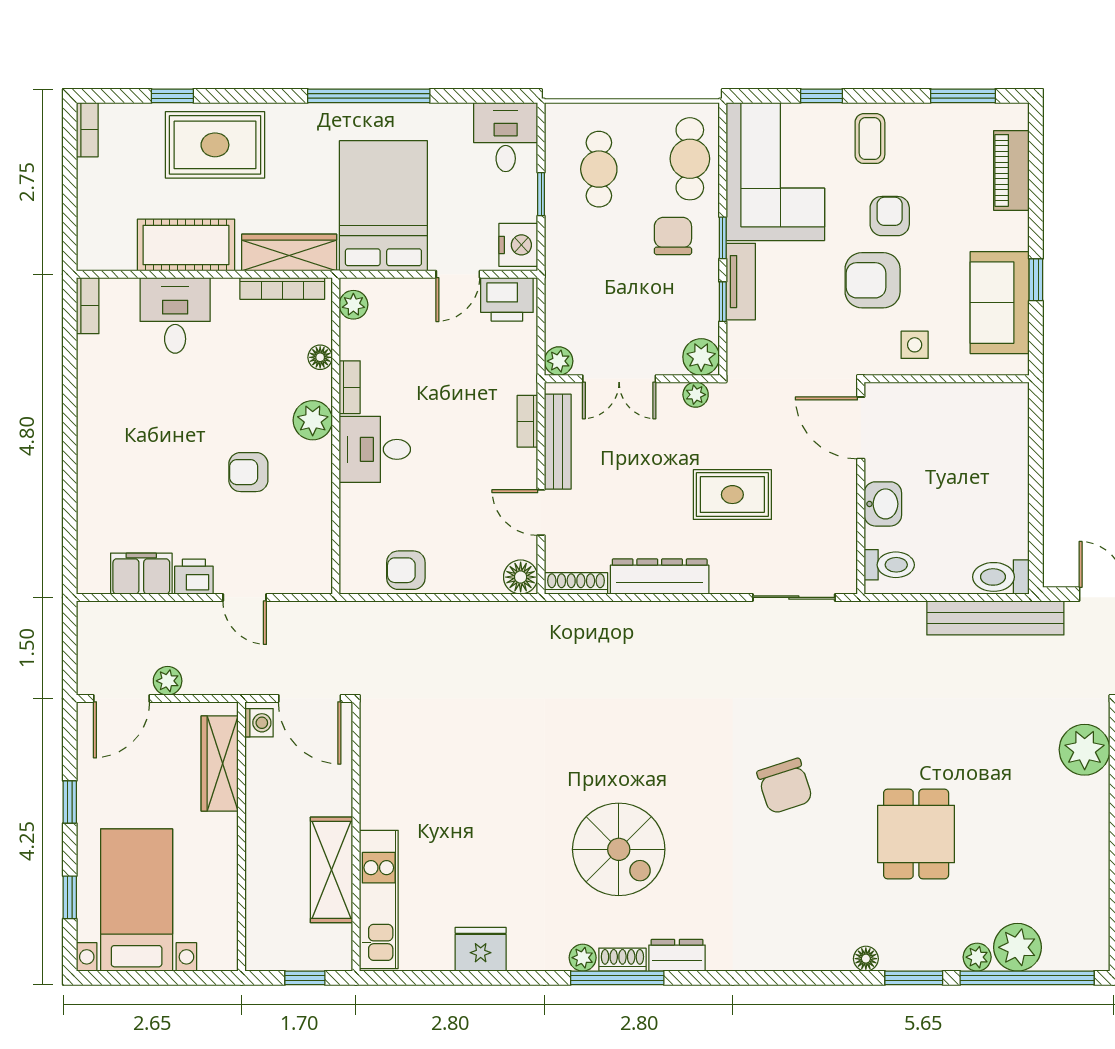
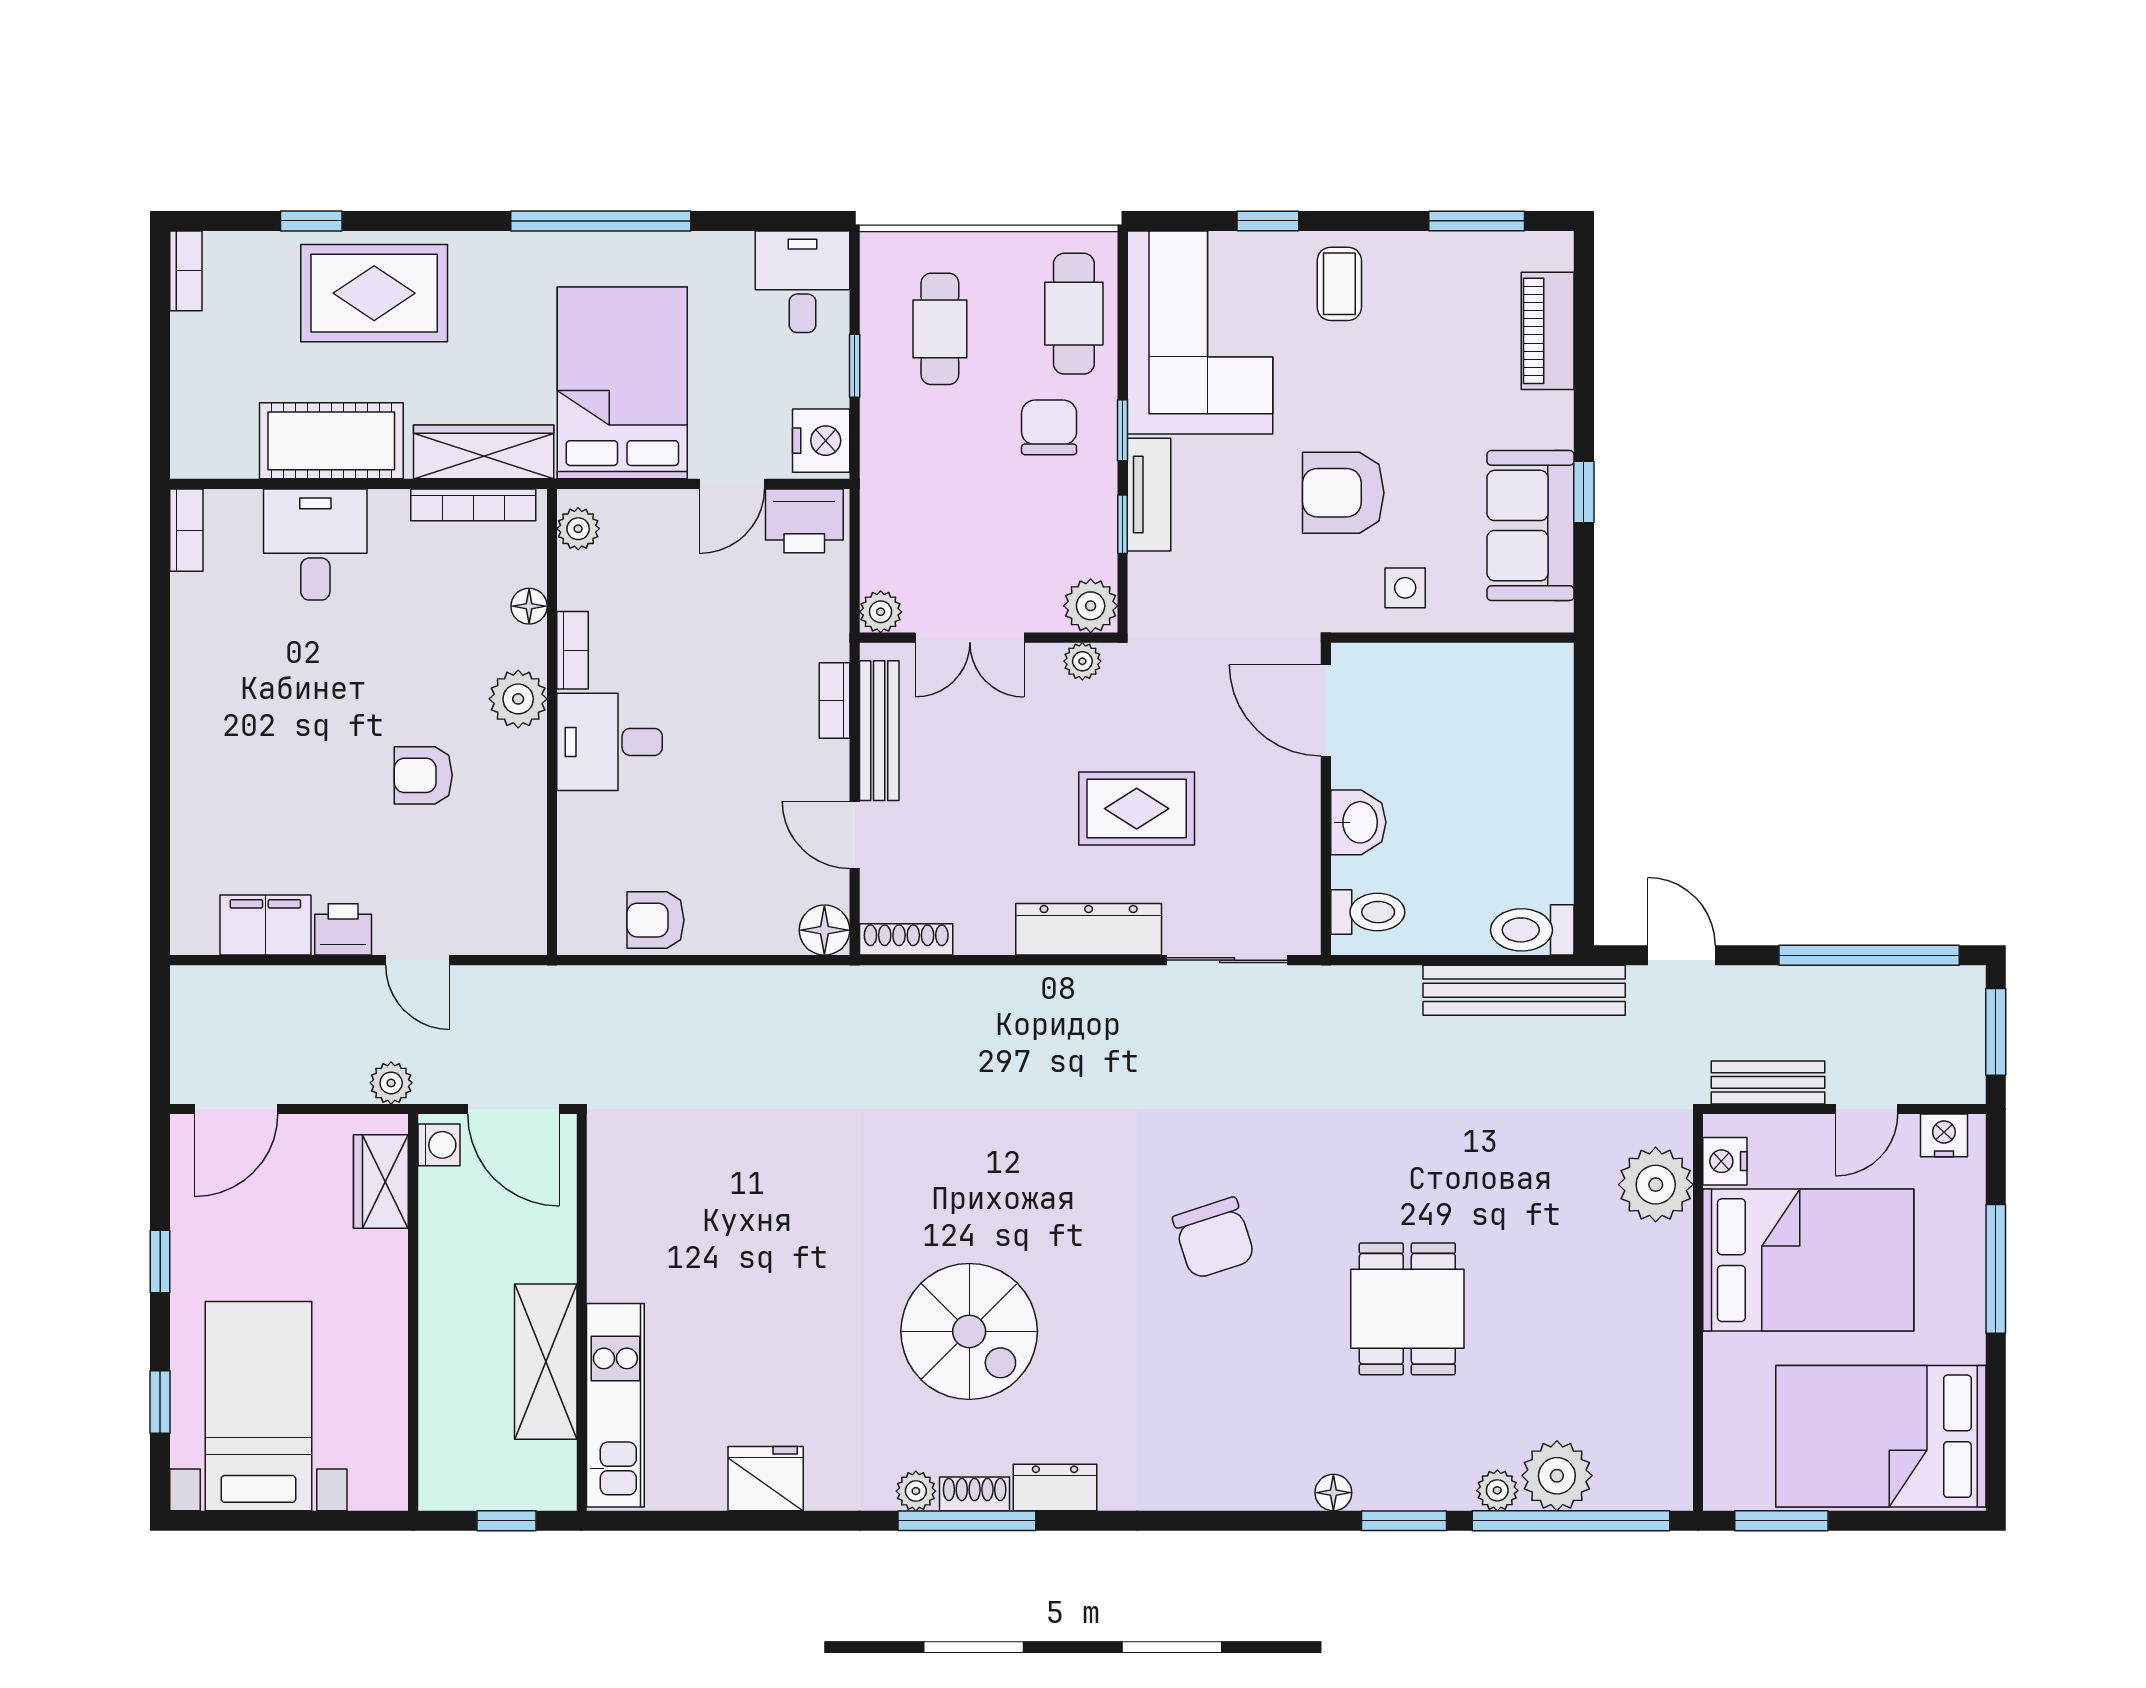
armchair: (890, 216) -> (1368, 398), removed
dresser: (660, 576) -> (1089, 929), moved
plant: (168, 681) -> (391, 1083), moved
wardrobe: (220, 764) -> (381, 1181), width x0.67

